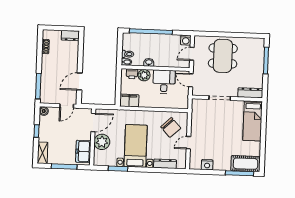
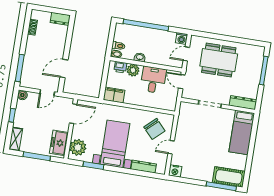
dining table: (223, 56) -> (219, 60), turned 90
plant: (102, 142) -> (78, 147), moved
nightstand: (207, 165) -> (175, 171), moved

